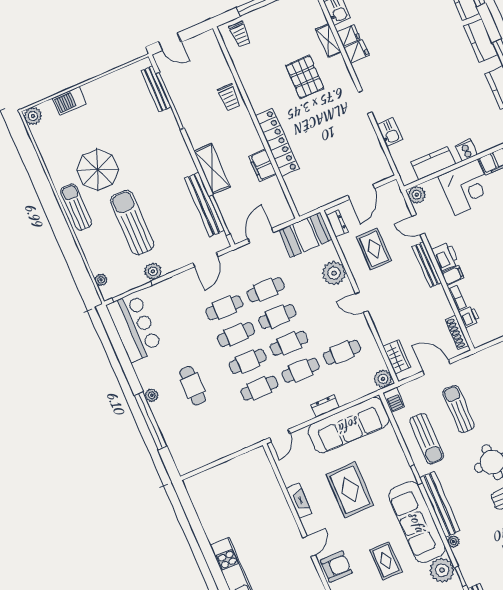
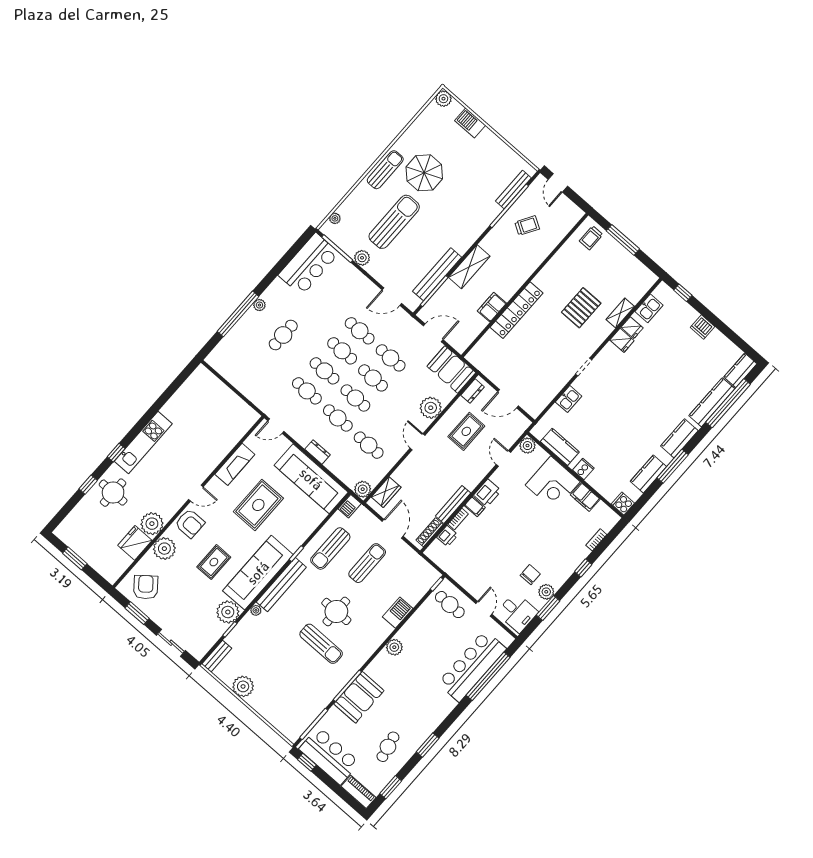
trolley: (229, 97) -> (527, 226), moved, turned -149
bench: (427, 265) -> (453, 505), moved
fireplace: (299, 501) -> (235, 464), width x1.37, depth x1.32

